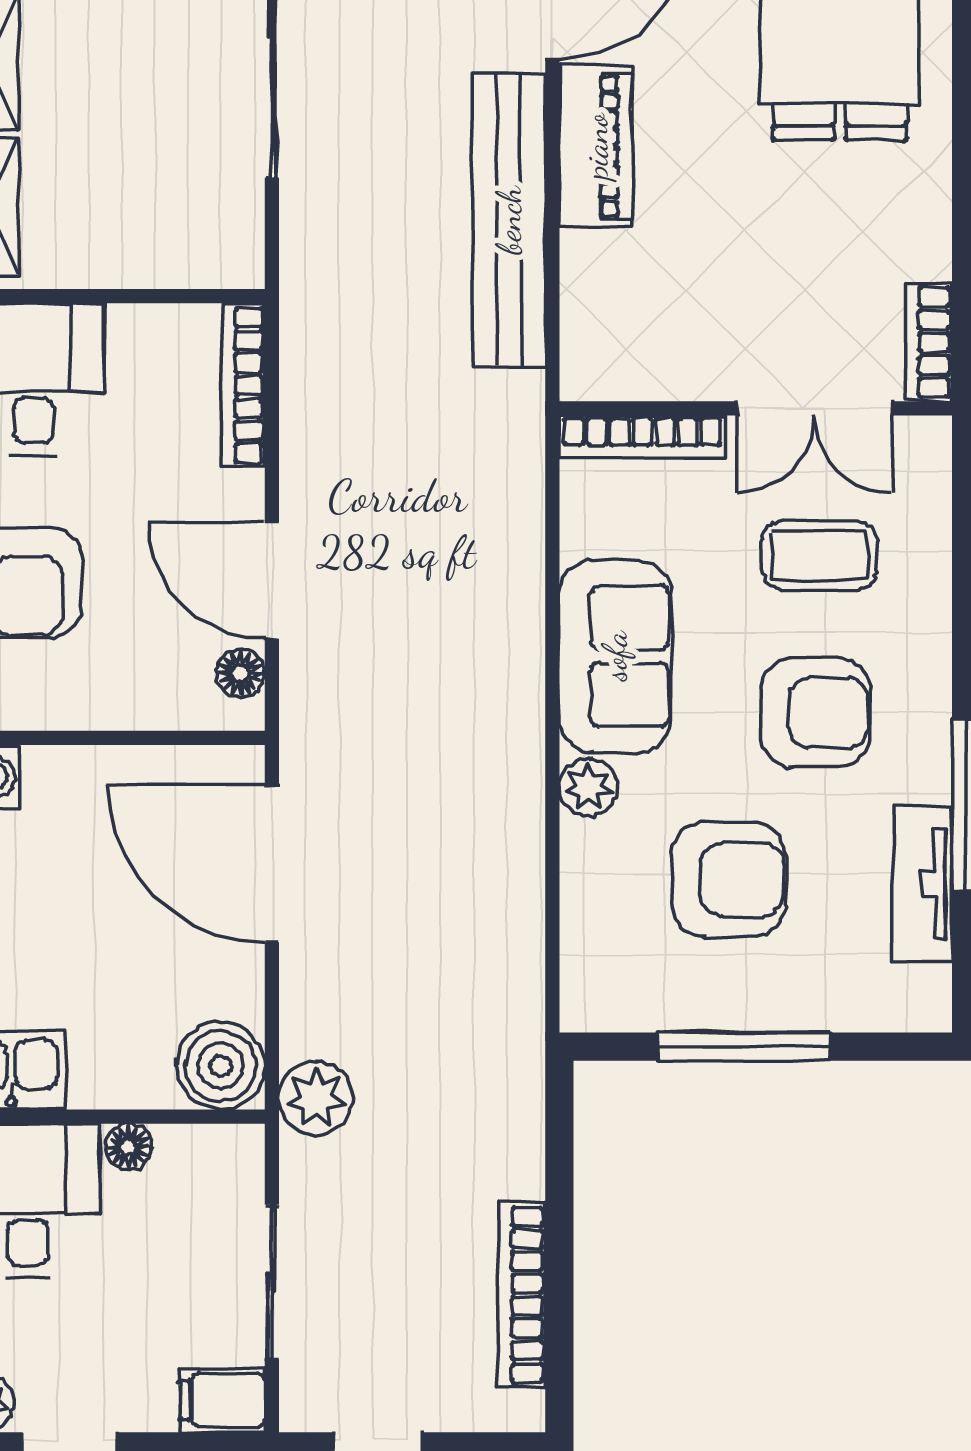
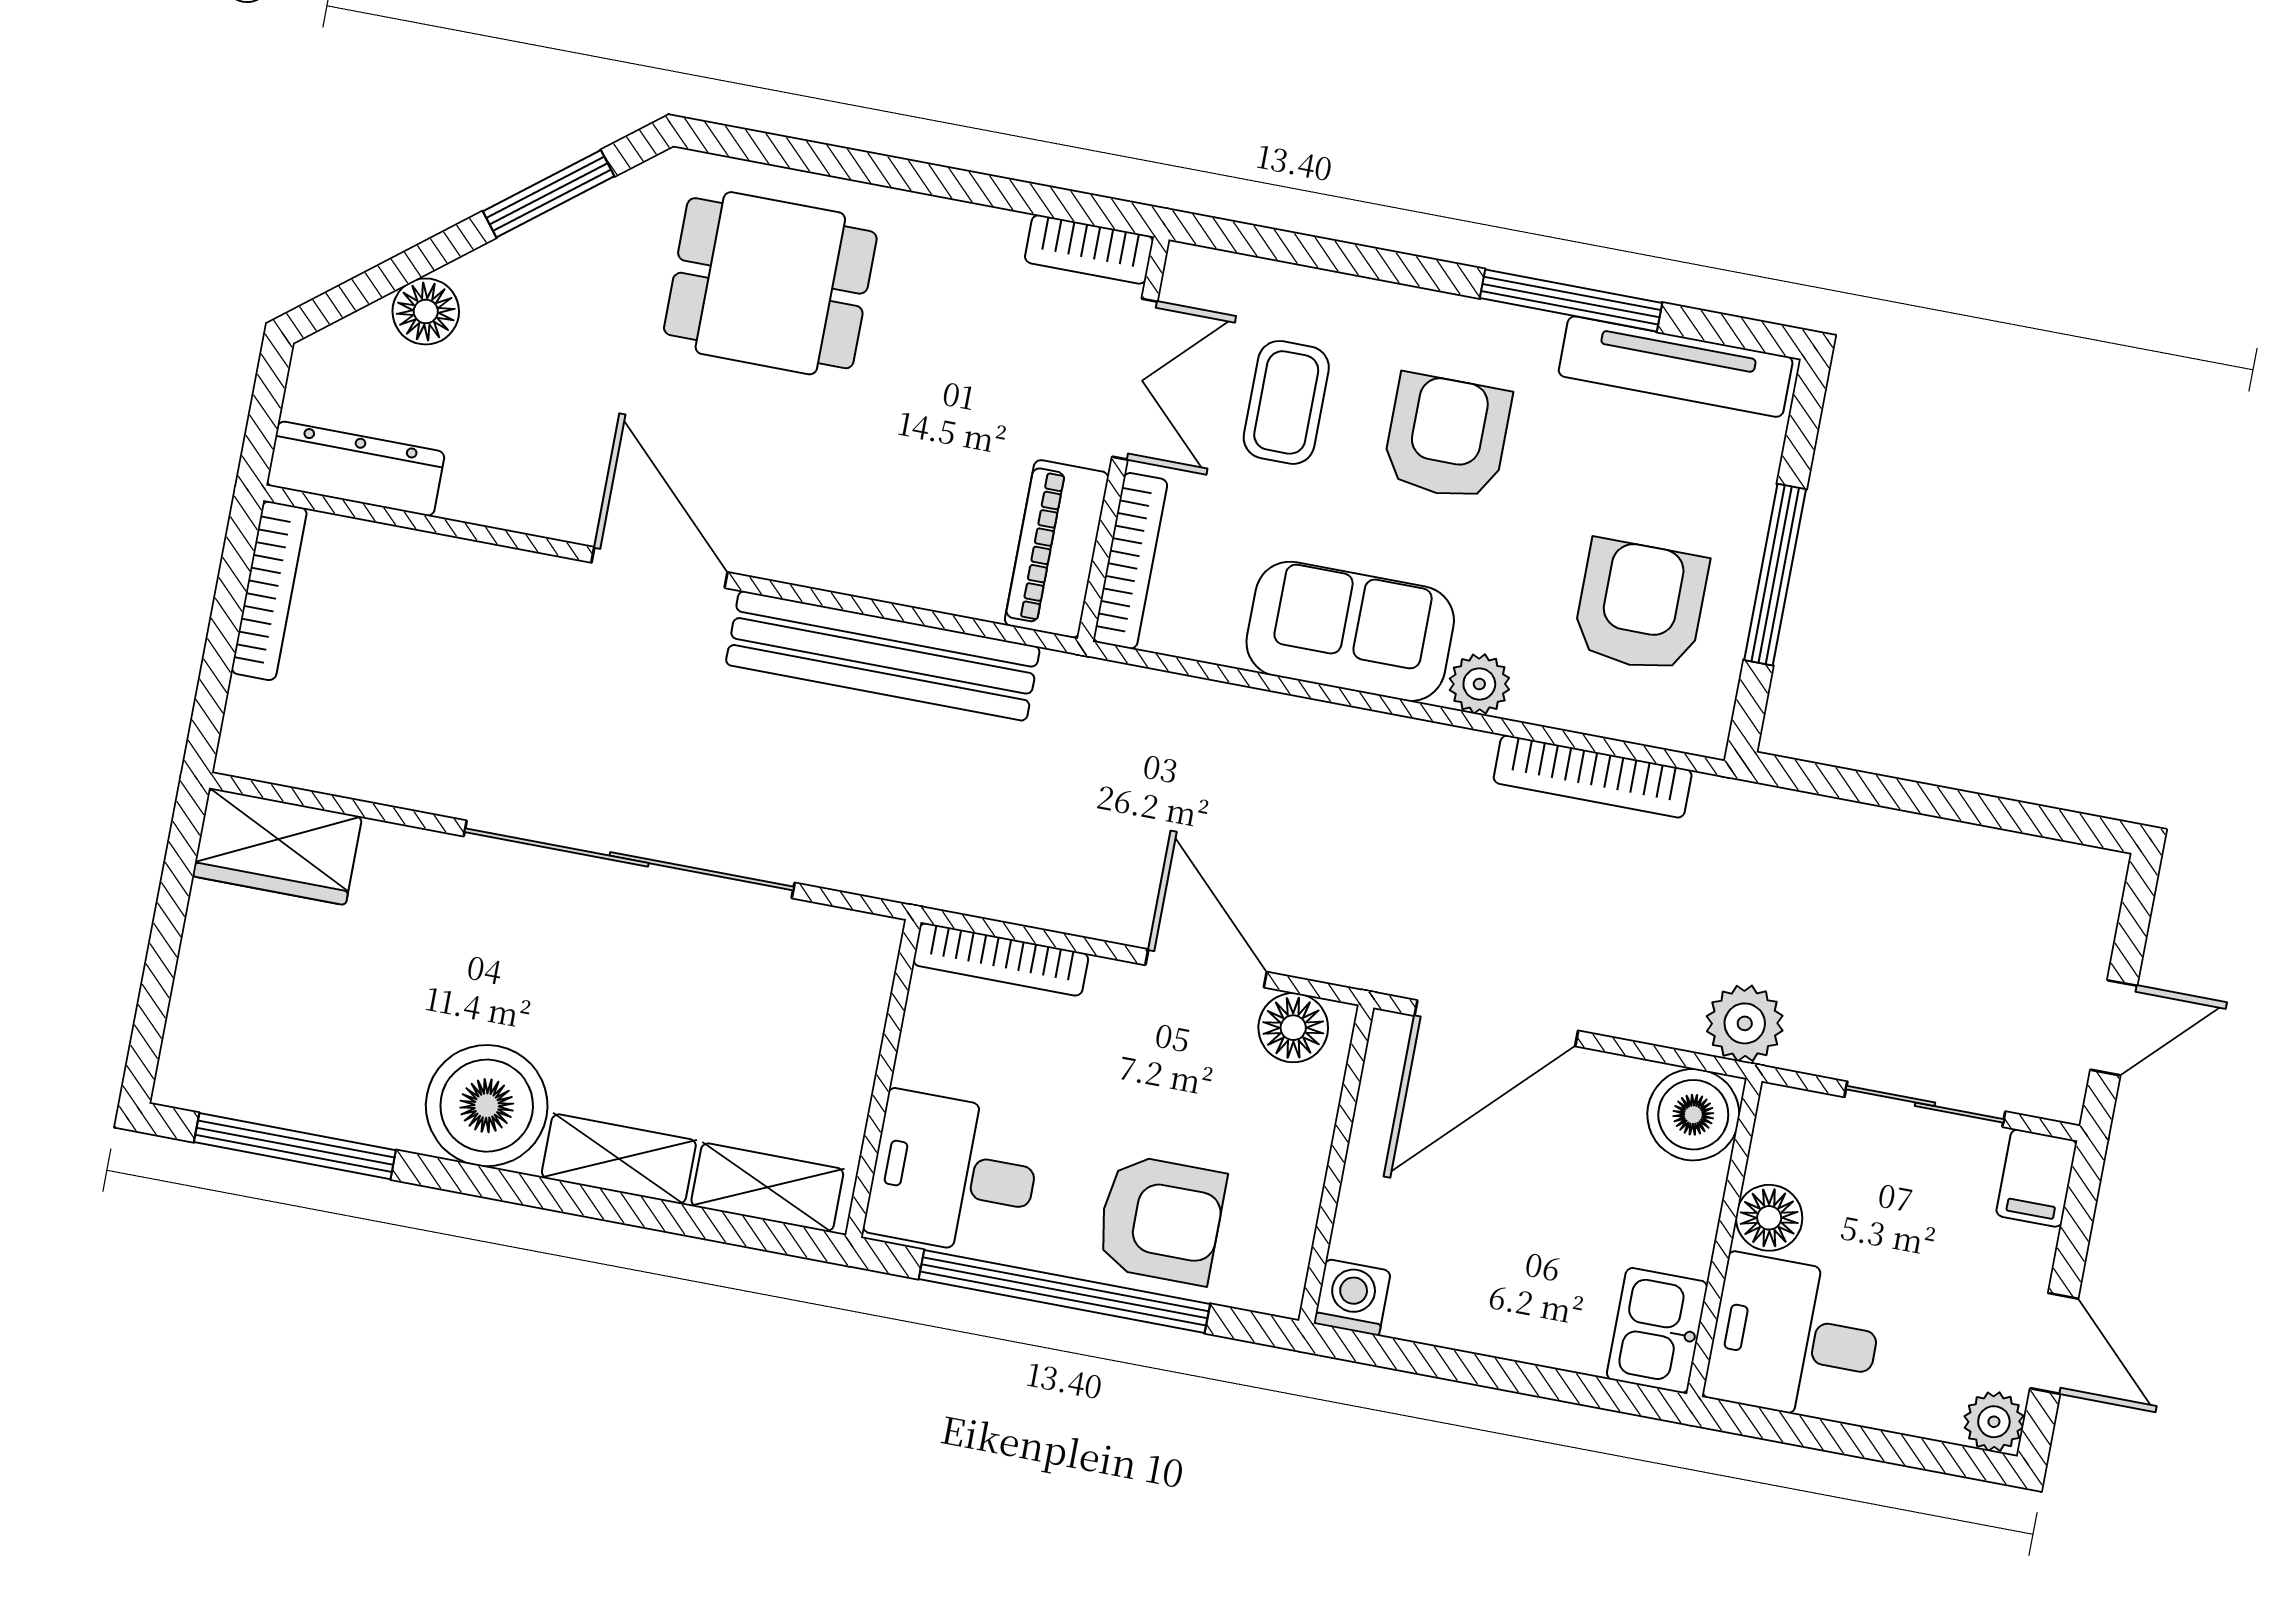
piano: (596, 146) -> (1057, 549), moved, turned -90
door: (272, 581) -> (1206, 968), swing flipped
floor lamp: (240, 673) -> (1293, 1028), width x1.37, depth x1.37
armchair: (728, 880) -> (1640, 606), moved
tv unit: (922, 884) -> (1676, 367), width x1.41
floor lamp: (128, 1147) -> (1769, 1218), width x1.37, depth x1.37
bookcase: (522, 1295) -> (1593, 776), moved

